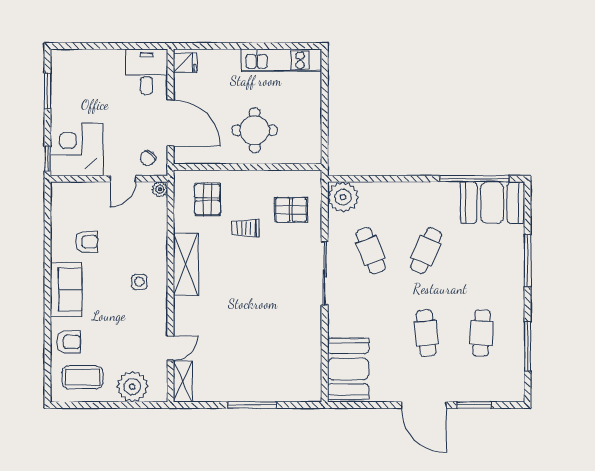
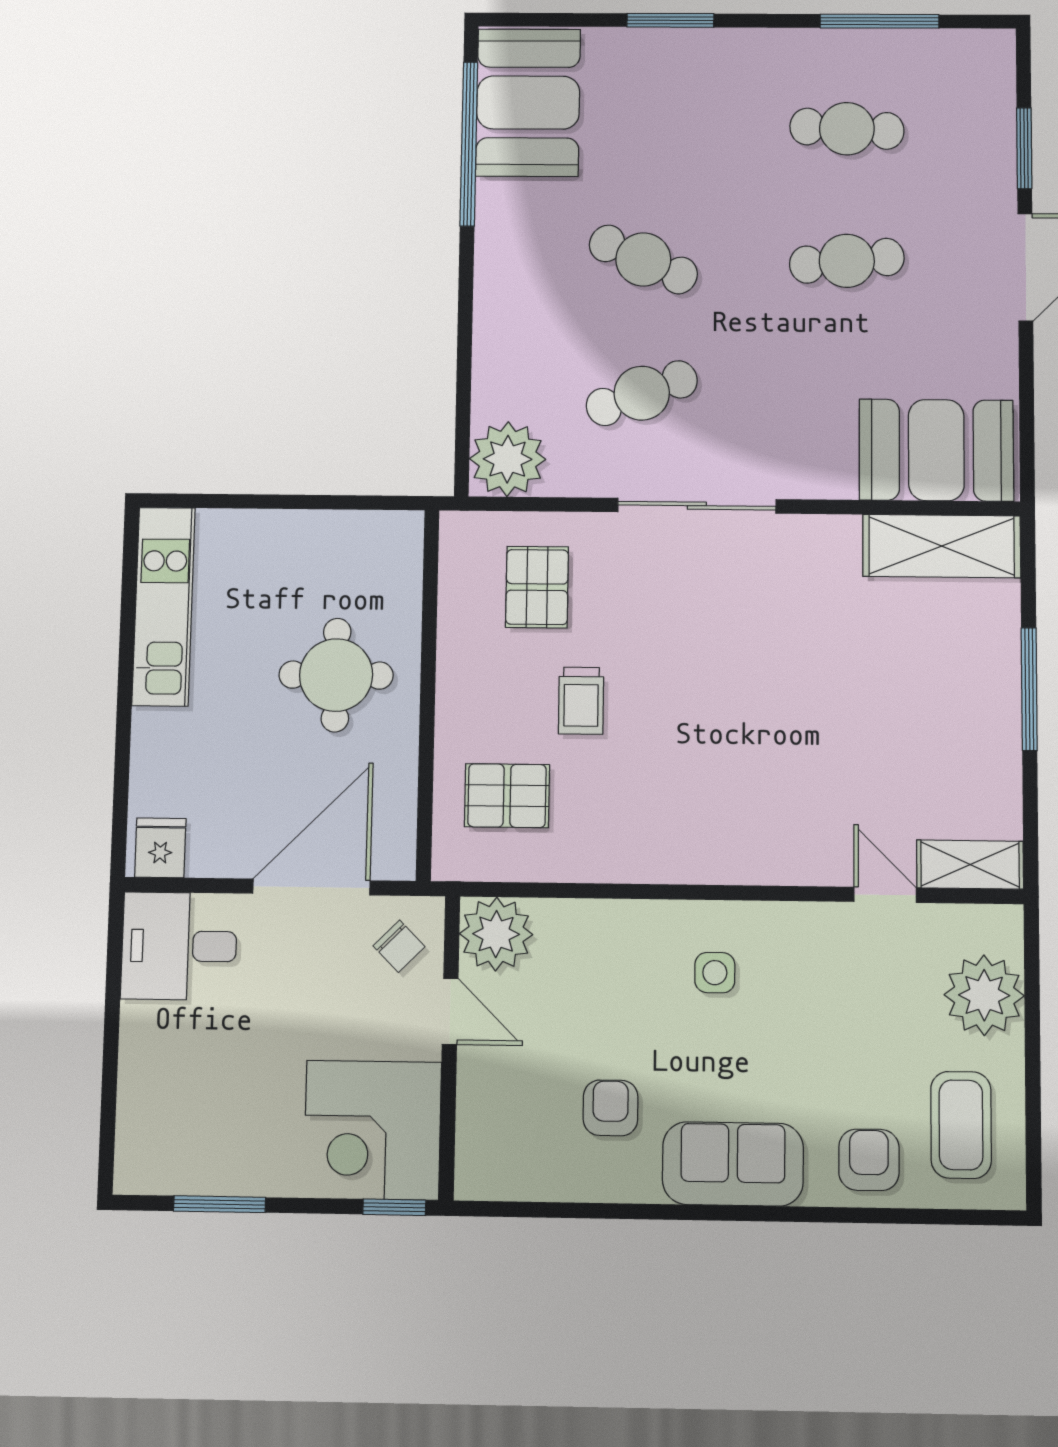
plant: (160, 189) -> (496, 934), width x1.88, depth x1.88
window: (528, 261) -> (670, 20), width x0.69
shelving: (186, 264) -> (942, 546), moved

